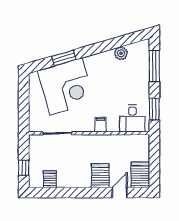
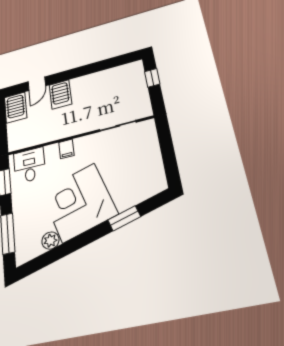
corner desk: (66, 87) -> (79, 202), moved
server rack: (50, 179) -> (119, 75), removed

